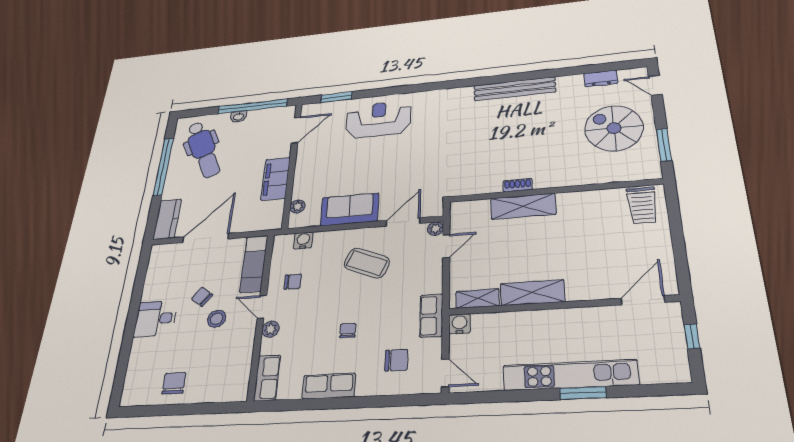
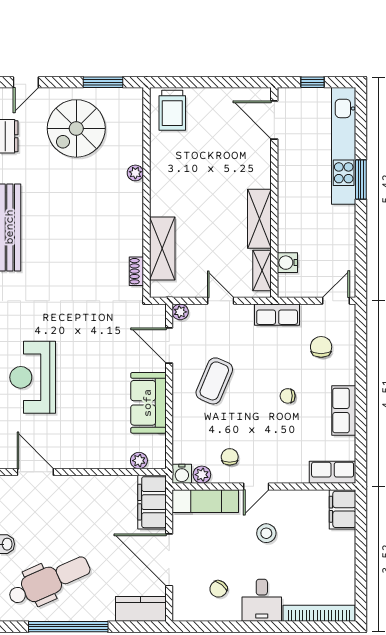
filing cabinet: (276, 179) -> (152, 502), moved, turned 90
plant: (573, 180) -> (135, 173), added
shoe rack: (518, 185) -> (136, 271), moved
trolley: (642, 205) -> (172, 110), turned 90
shelving: (523, 206) -> (162, 249), moved
water cooler: (303, 240) -> (182, 474), moved, turned -90
door: (446, 246) -> (221, 301), moved
chair: (202, 297) -> (218, 589), moved
water cooler: (460, 324) -> (287, 263), moved
plant: (271, 329) -> (202, 475), moved
bookcase: (133, 371) -> (319, 613), added
kitchen unit: (570, 375) -> (344, 146), moved
chair: (174, 383) -> (334, 567), removed
filing cabinet: (229, 389) -> (343, 509), added

